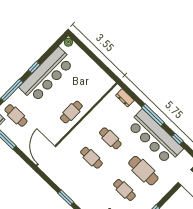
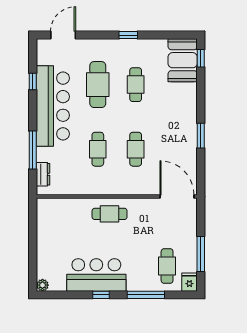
bar counter: (47, 75) -> (96, 275), width x0.73
window: (153, 115) -> (33, 150), moved
door: (47, 155) -> (177, 197), swing flipped

